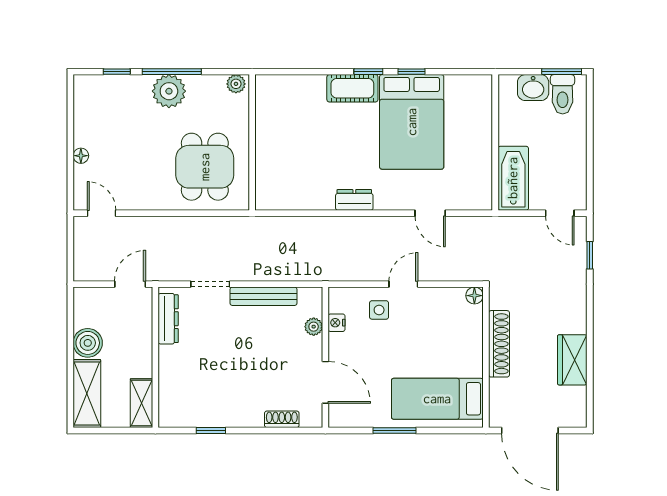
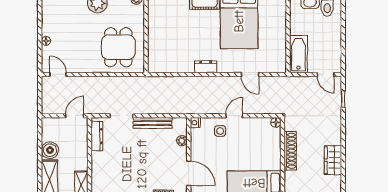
nightstand: (337, 323) -> (195, 123), moved

